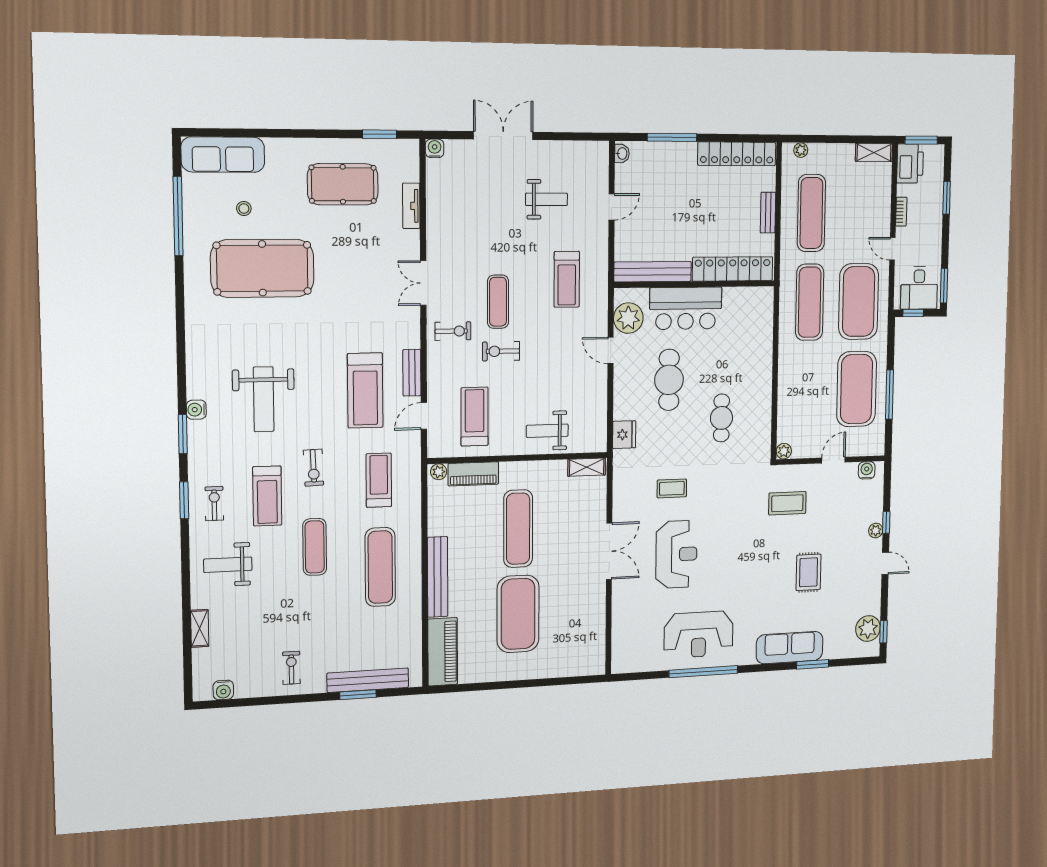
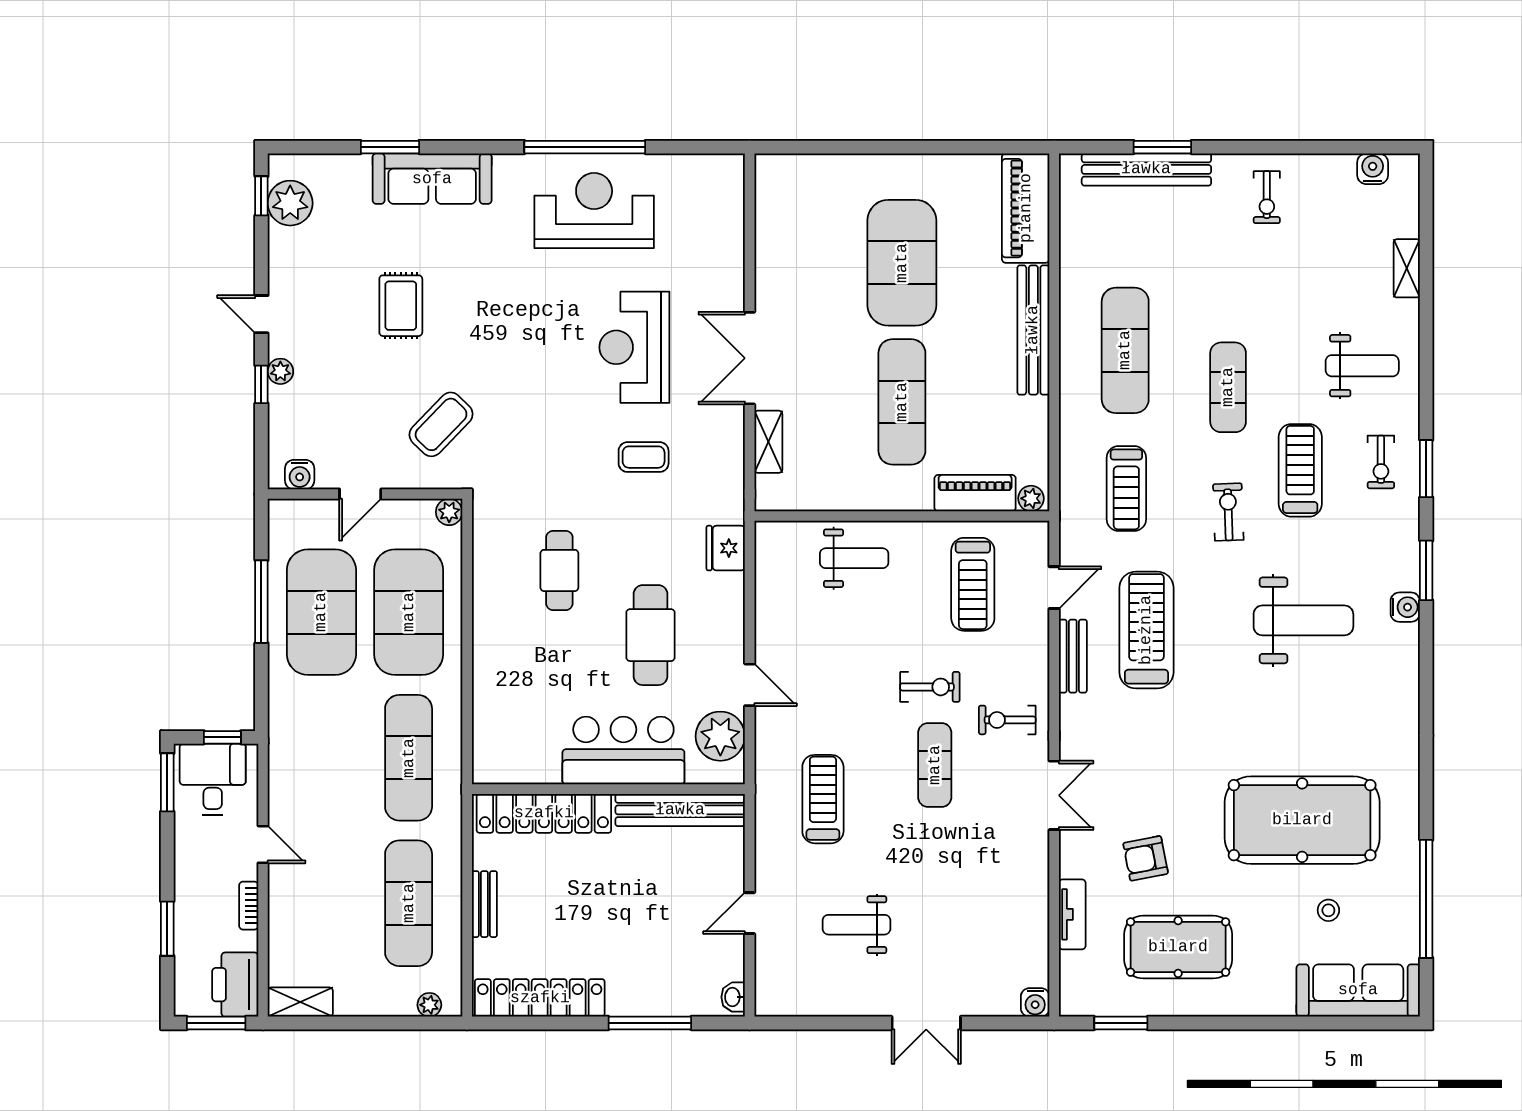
double door: (503, 136) -> (926, 1023), width x0.73
armchair: (364, 243) -> (1146, 858), added
exercise mat: (859, 302) -> (409, 612), moved
weight bench: (264, 399) -> (1303, 620), turned 90
shelving: (587, 467) -> (768, 442), moved, turned 90
coffee table: (787, 503) -> (441, 424), turned -46

